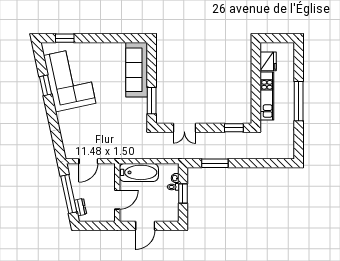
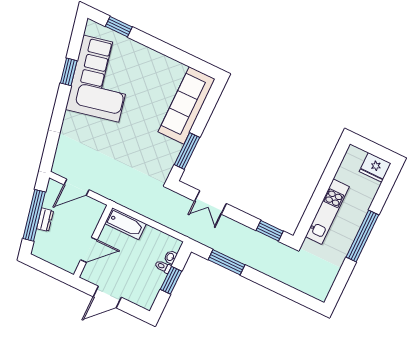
fridge: (268, 61) -> (375, 167), moved, turned 90
bathtub: (139, 172) -> (126, 224), width x0.73, depth x0.73
dresser: (81, 207) -> (45, 220), moved

